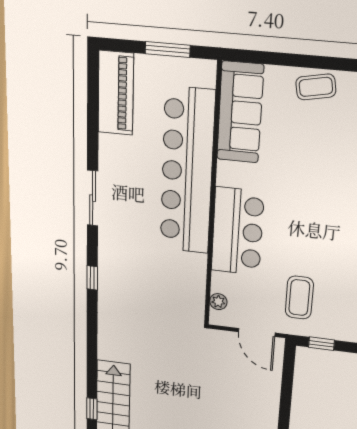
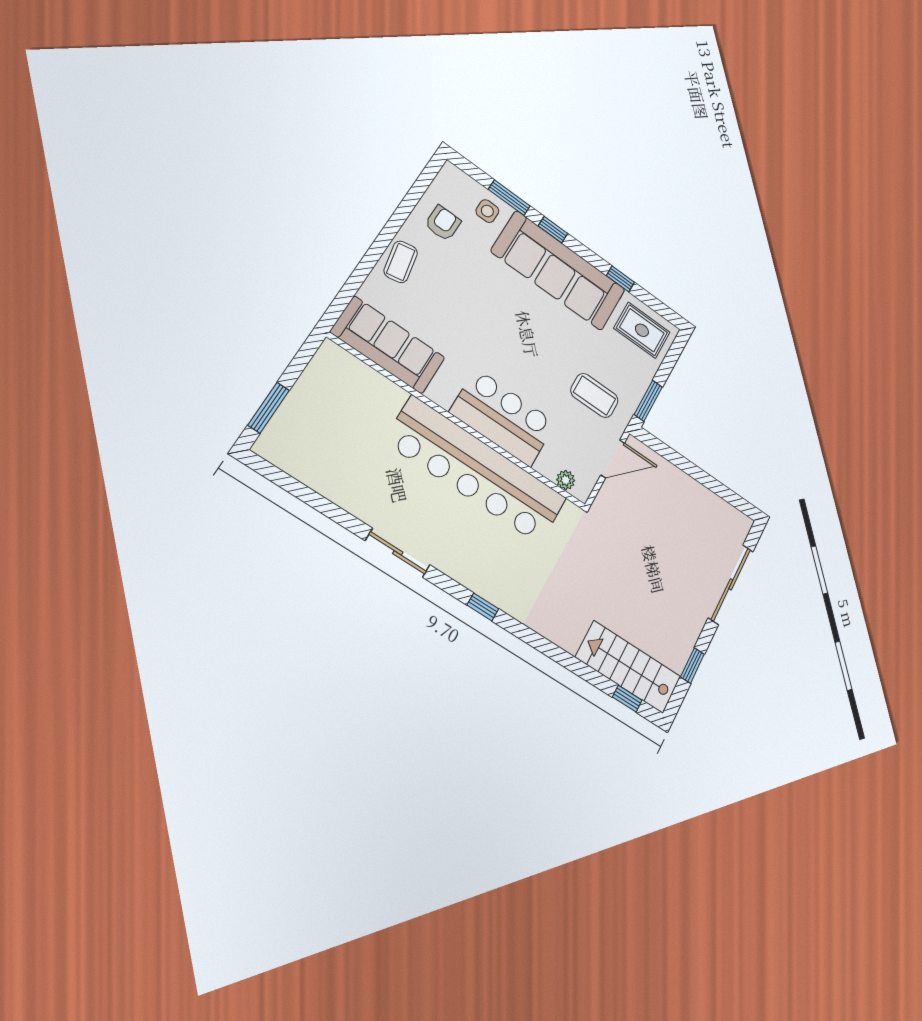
window: (168, 49) -> (269, 408), moved
piano: (116, 93) -> (302, 459), removed
bar counter: (187, 171) -> (477, 470), moved
window: (321, 344) -> (648, 401), width x1.50

